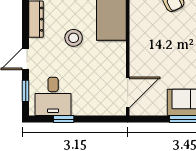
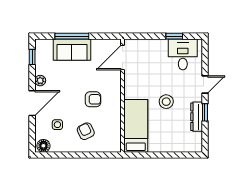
armchair: (164, 41) -> (93, 99), added
window: (26, 91) -> (205, 112), moved

